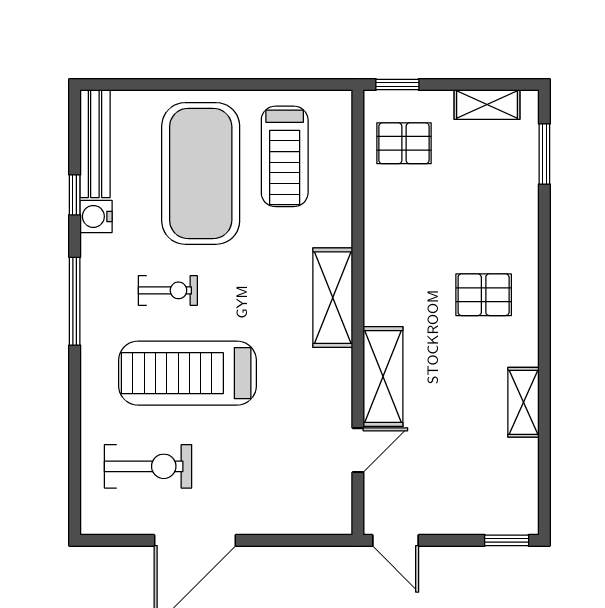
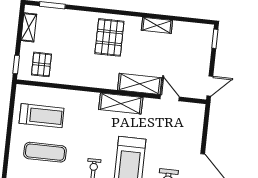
exercise mat: (201, 173) -> (45, 152), width x0.50, depth x0.69
pallet: (484, 295) -> (109, 37), width x1.50, depth x1.42
shelving: (333, 298) -> (121, 103), moved

